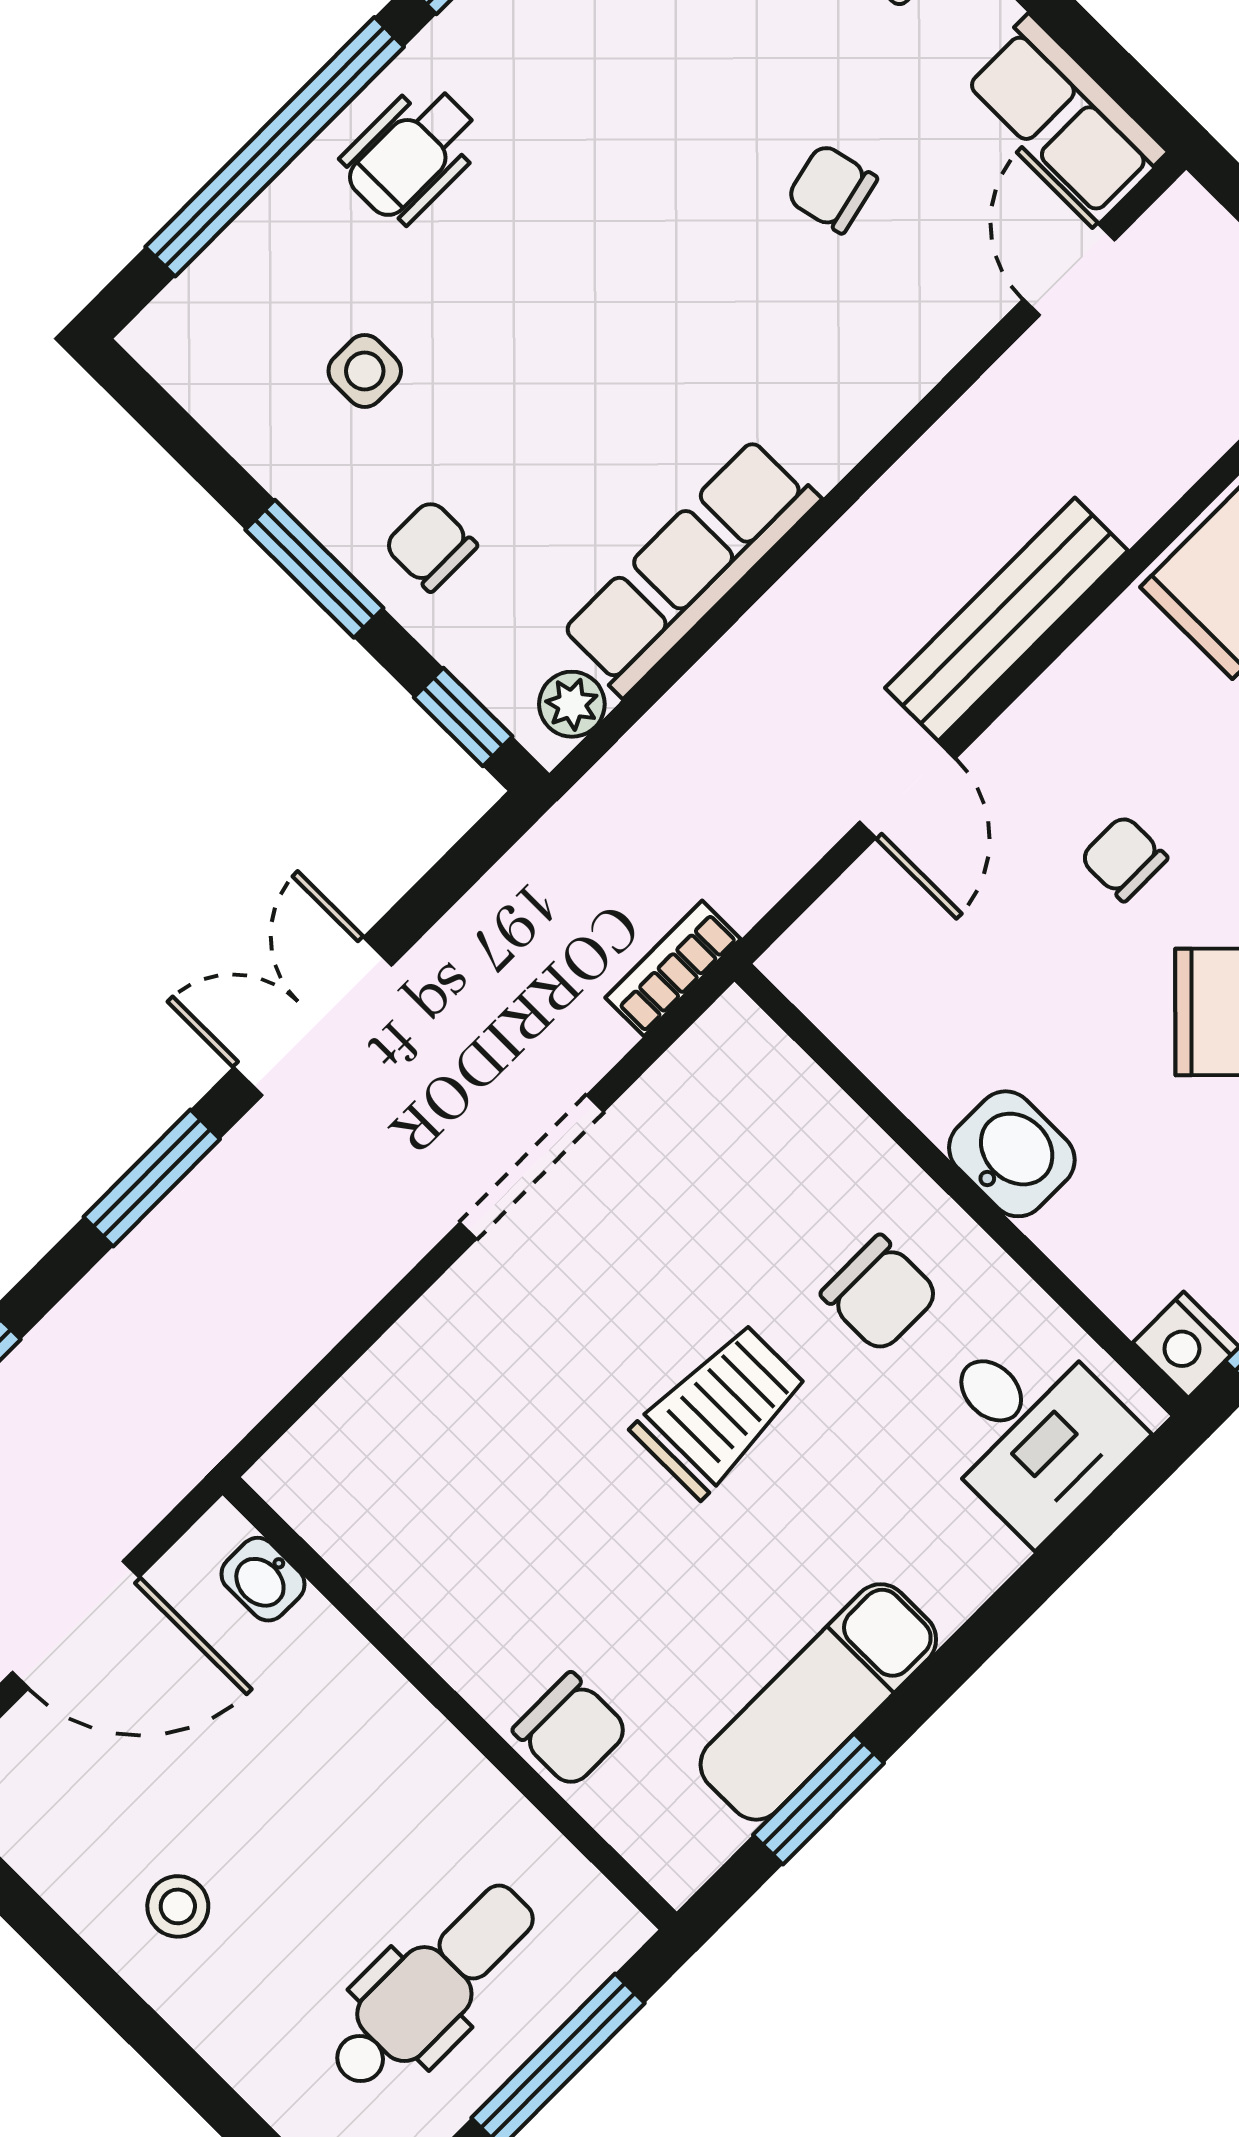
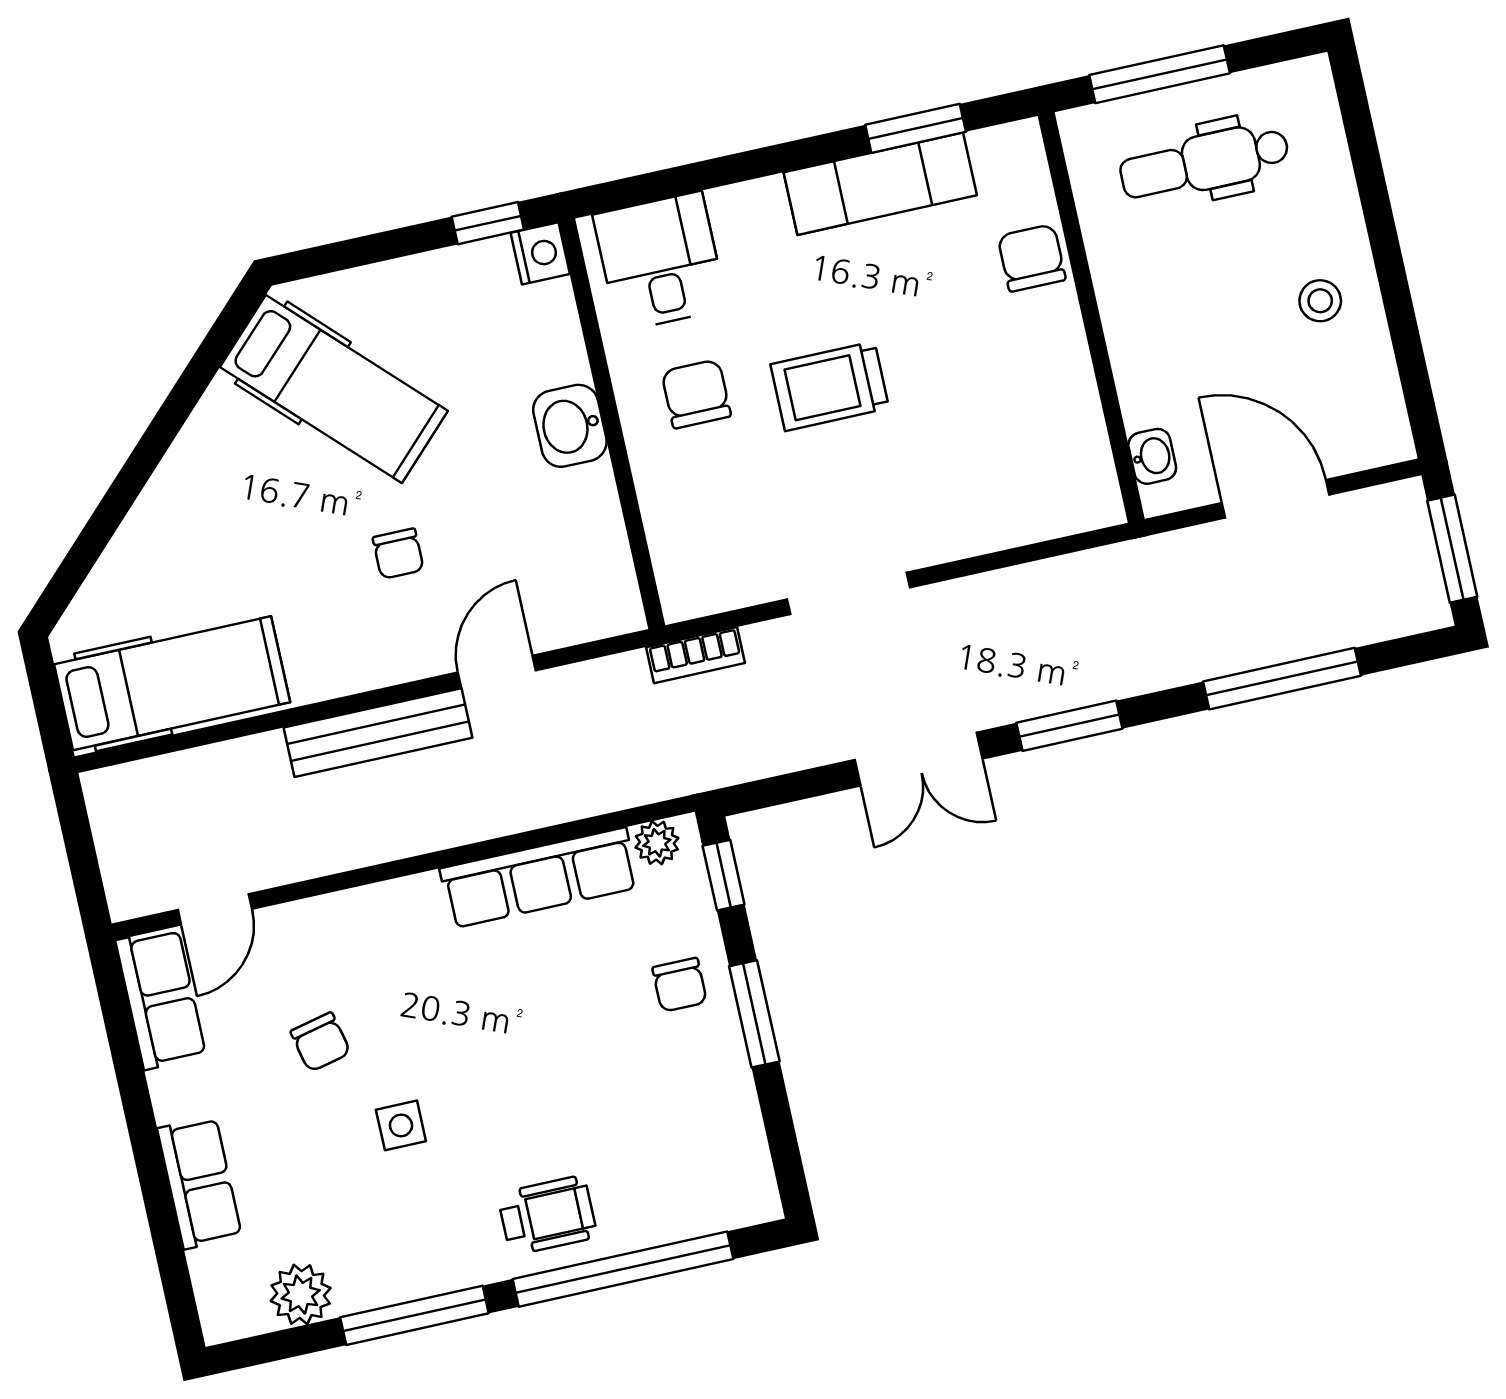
side table: (365, 371) -> (401, 1125), moved

